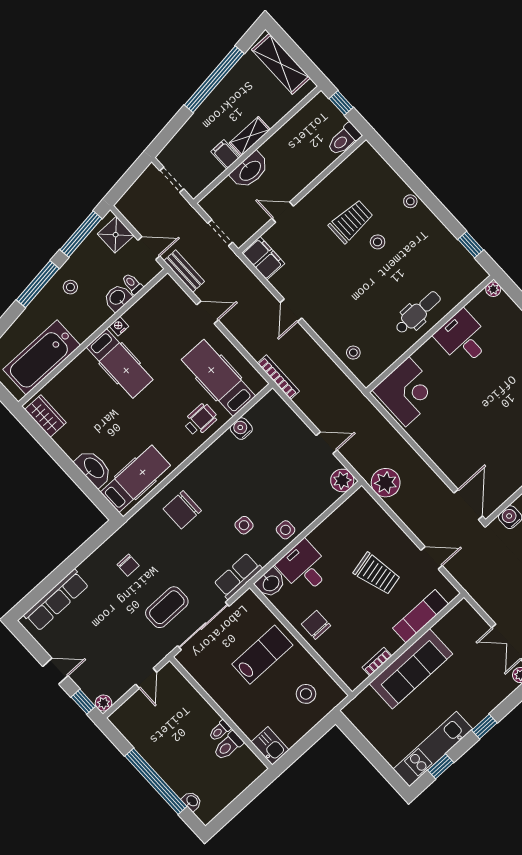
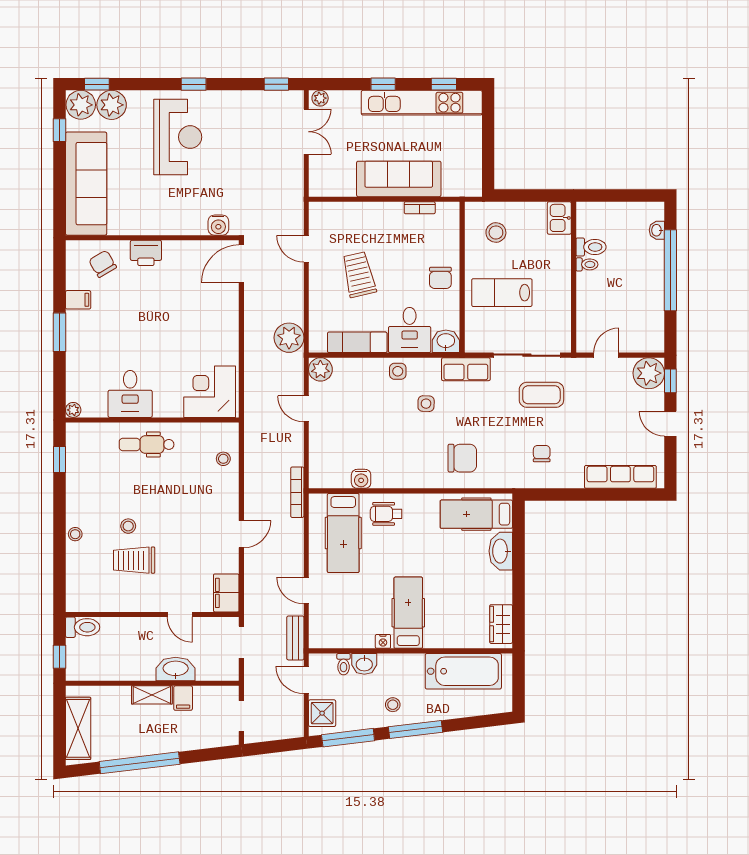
exam couch: (421, 616) -> (357, 342), moved, turned 180
plant: (104, 703) -> (649, 373), width x1.87, depth x1.87
kitchen unit: (433, 749) -> (422, 103), width x1.36

